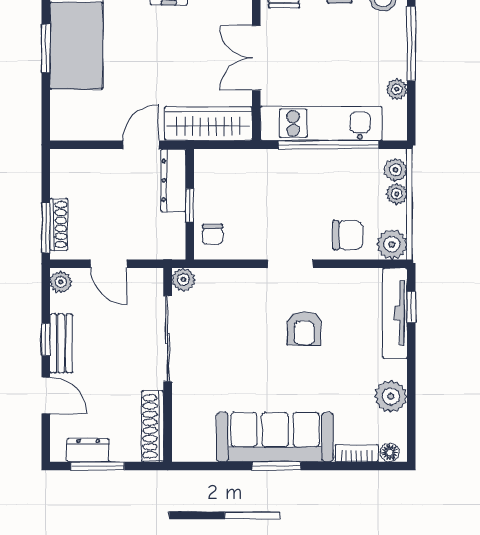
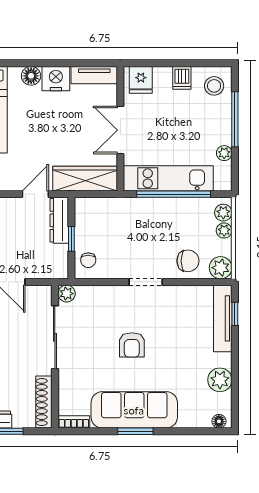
armchair: (304, 328) -> (132, 345), moved
bookcase: (357, 453) -> (74, 422), moved

